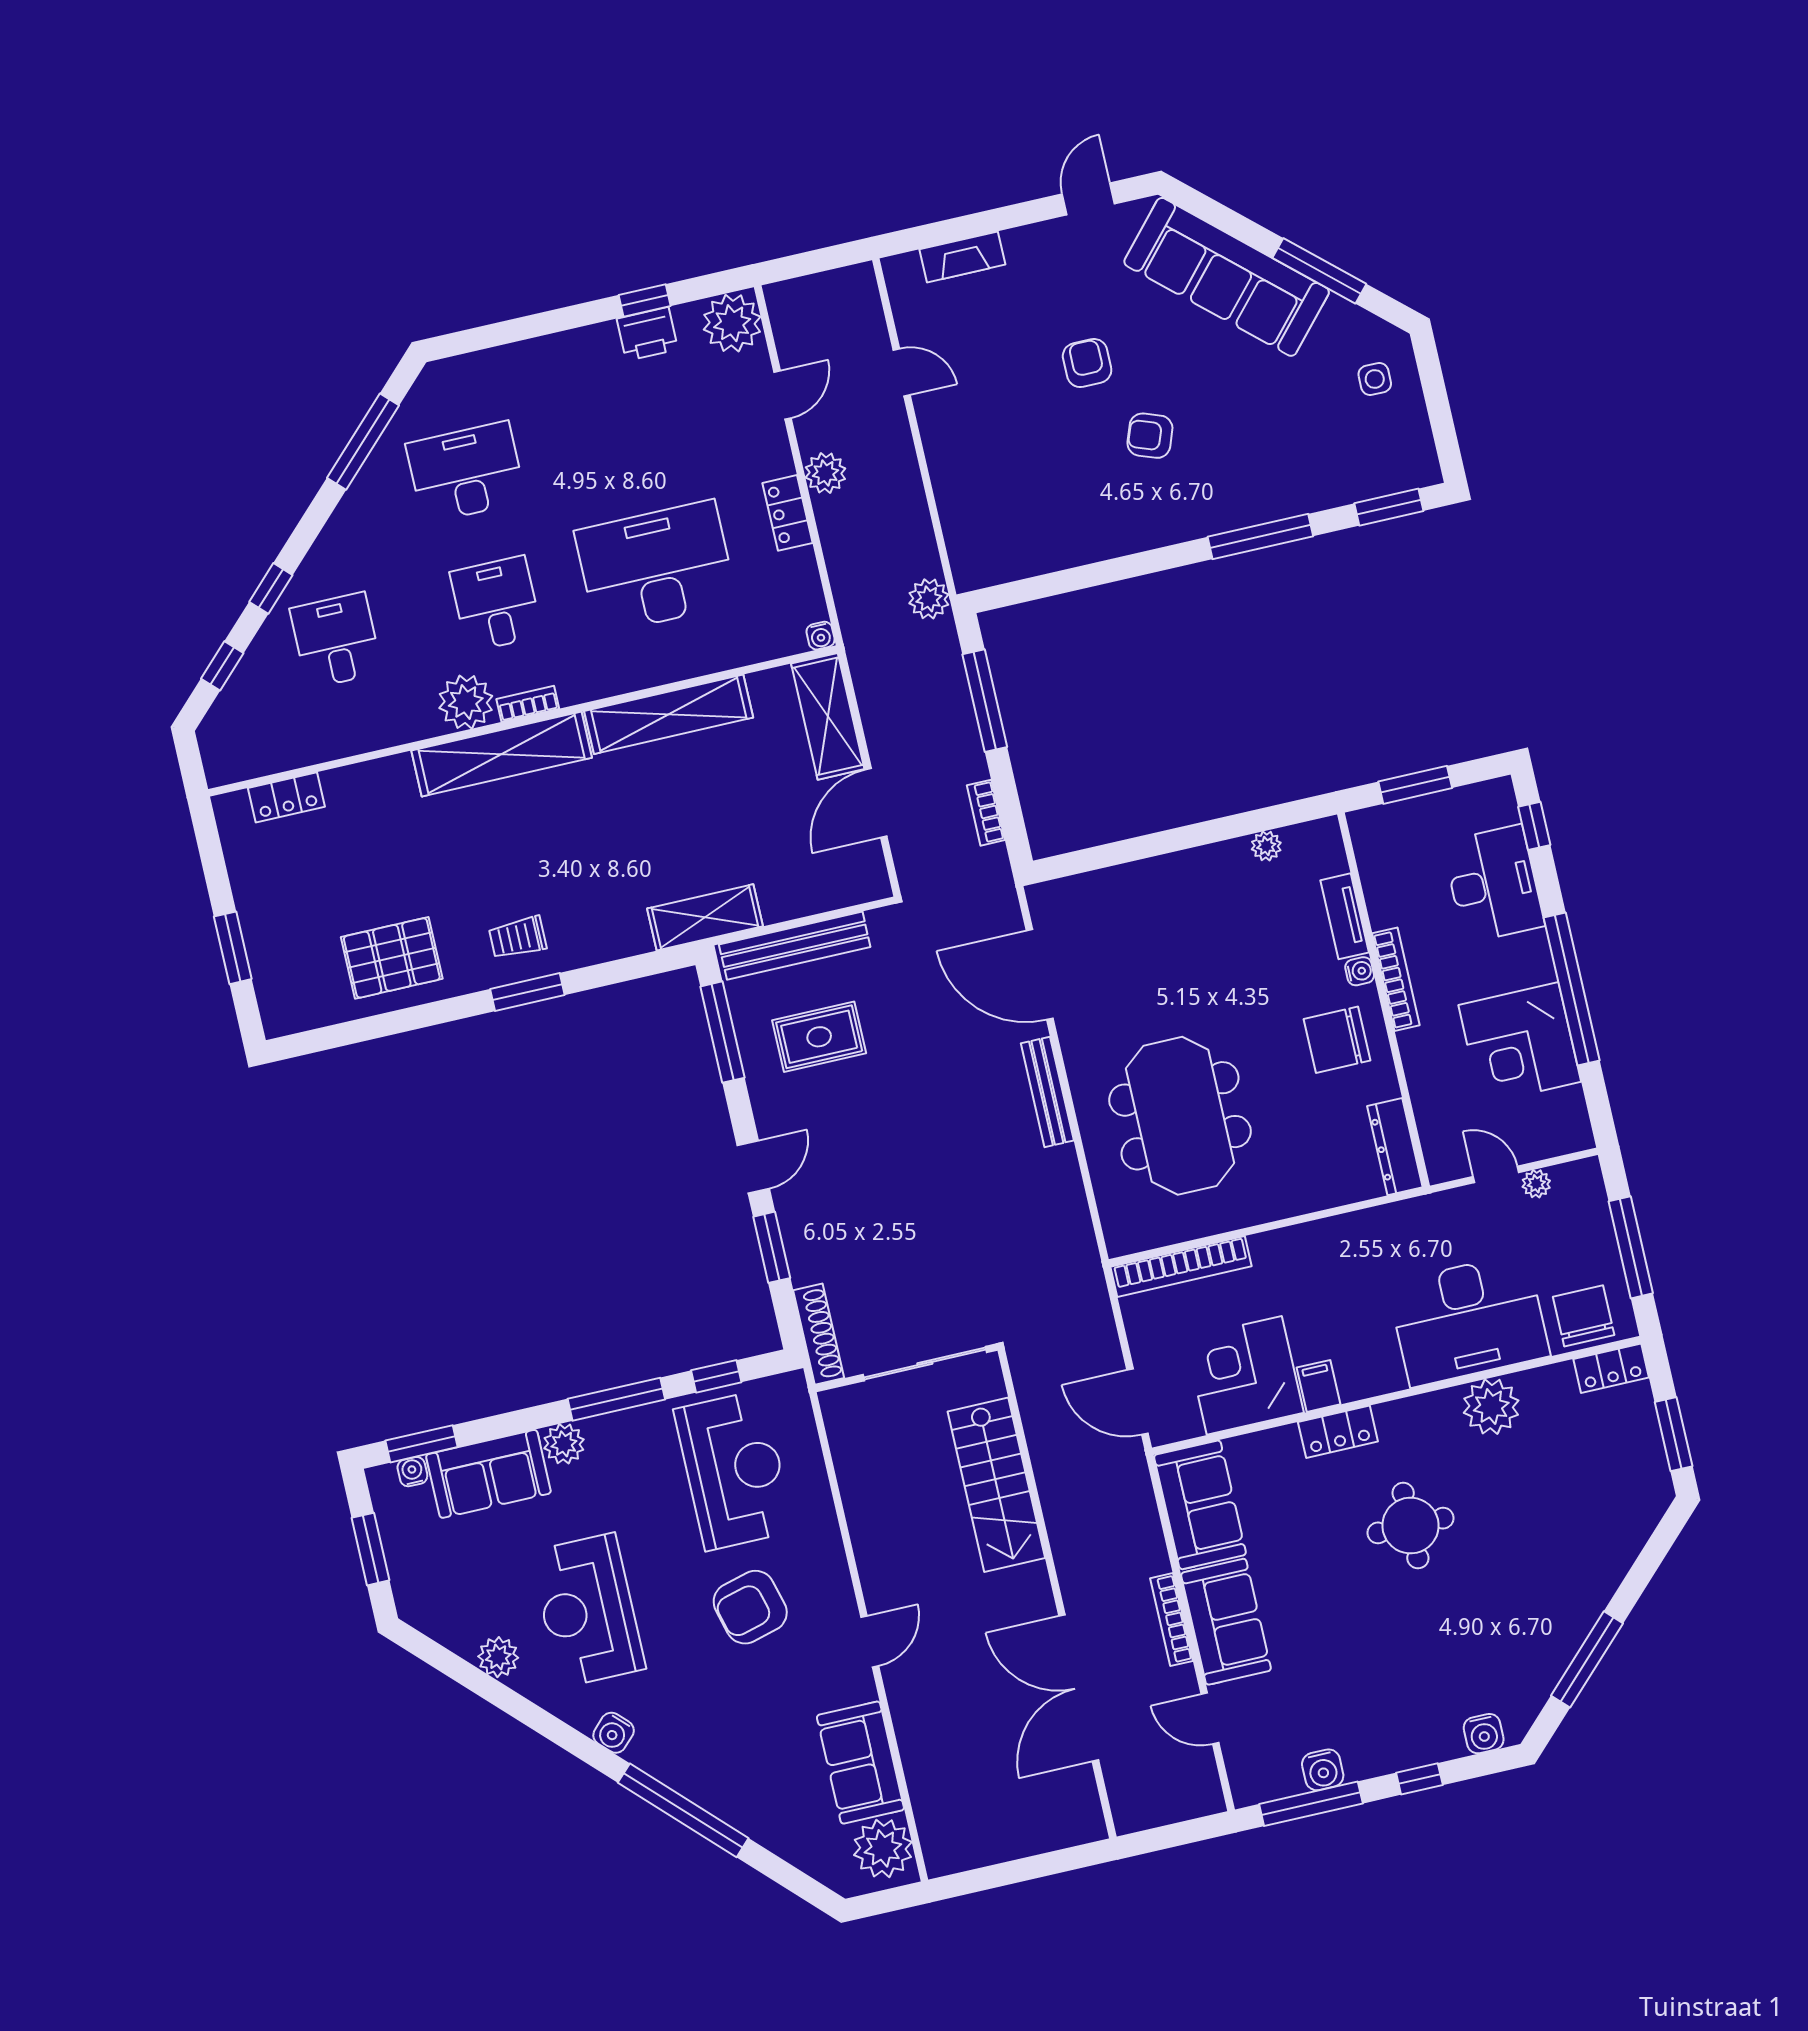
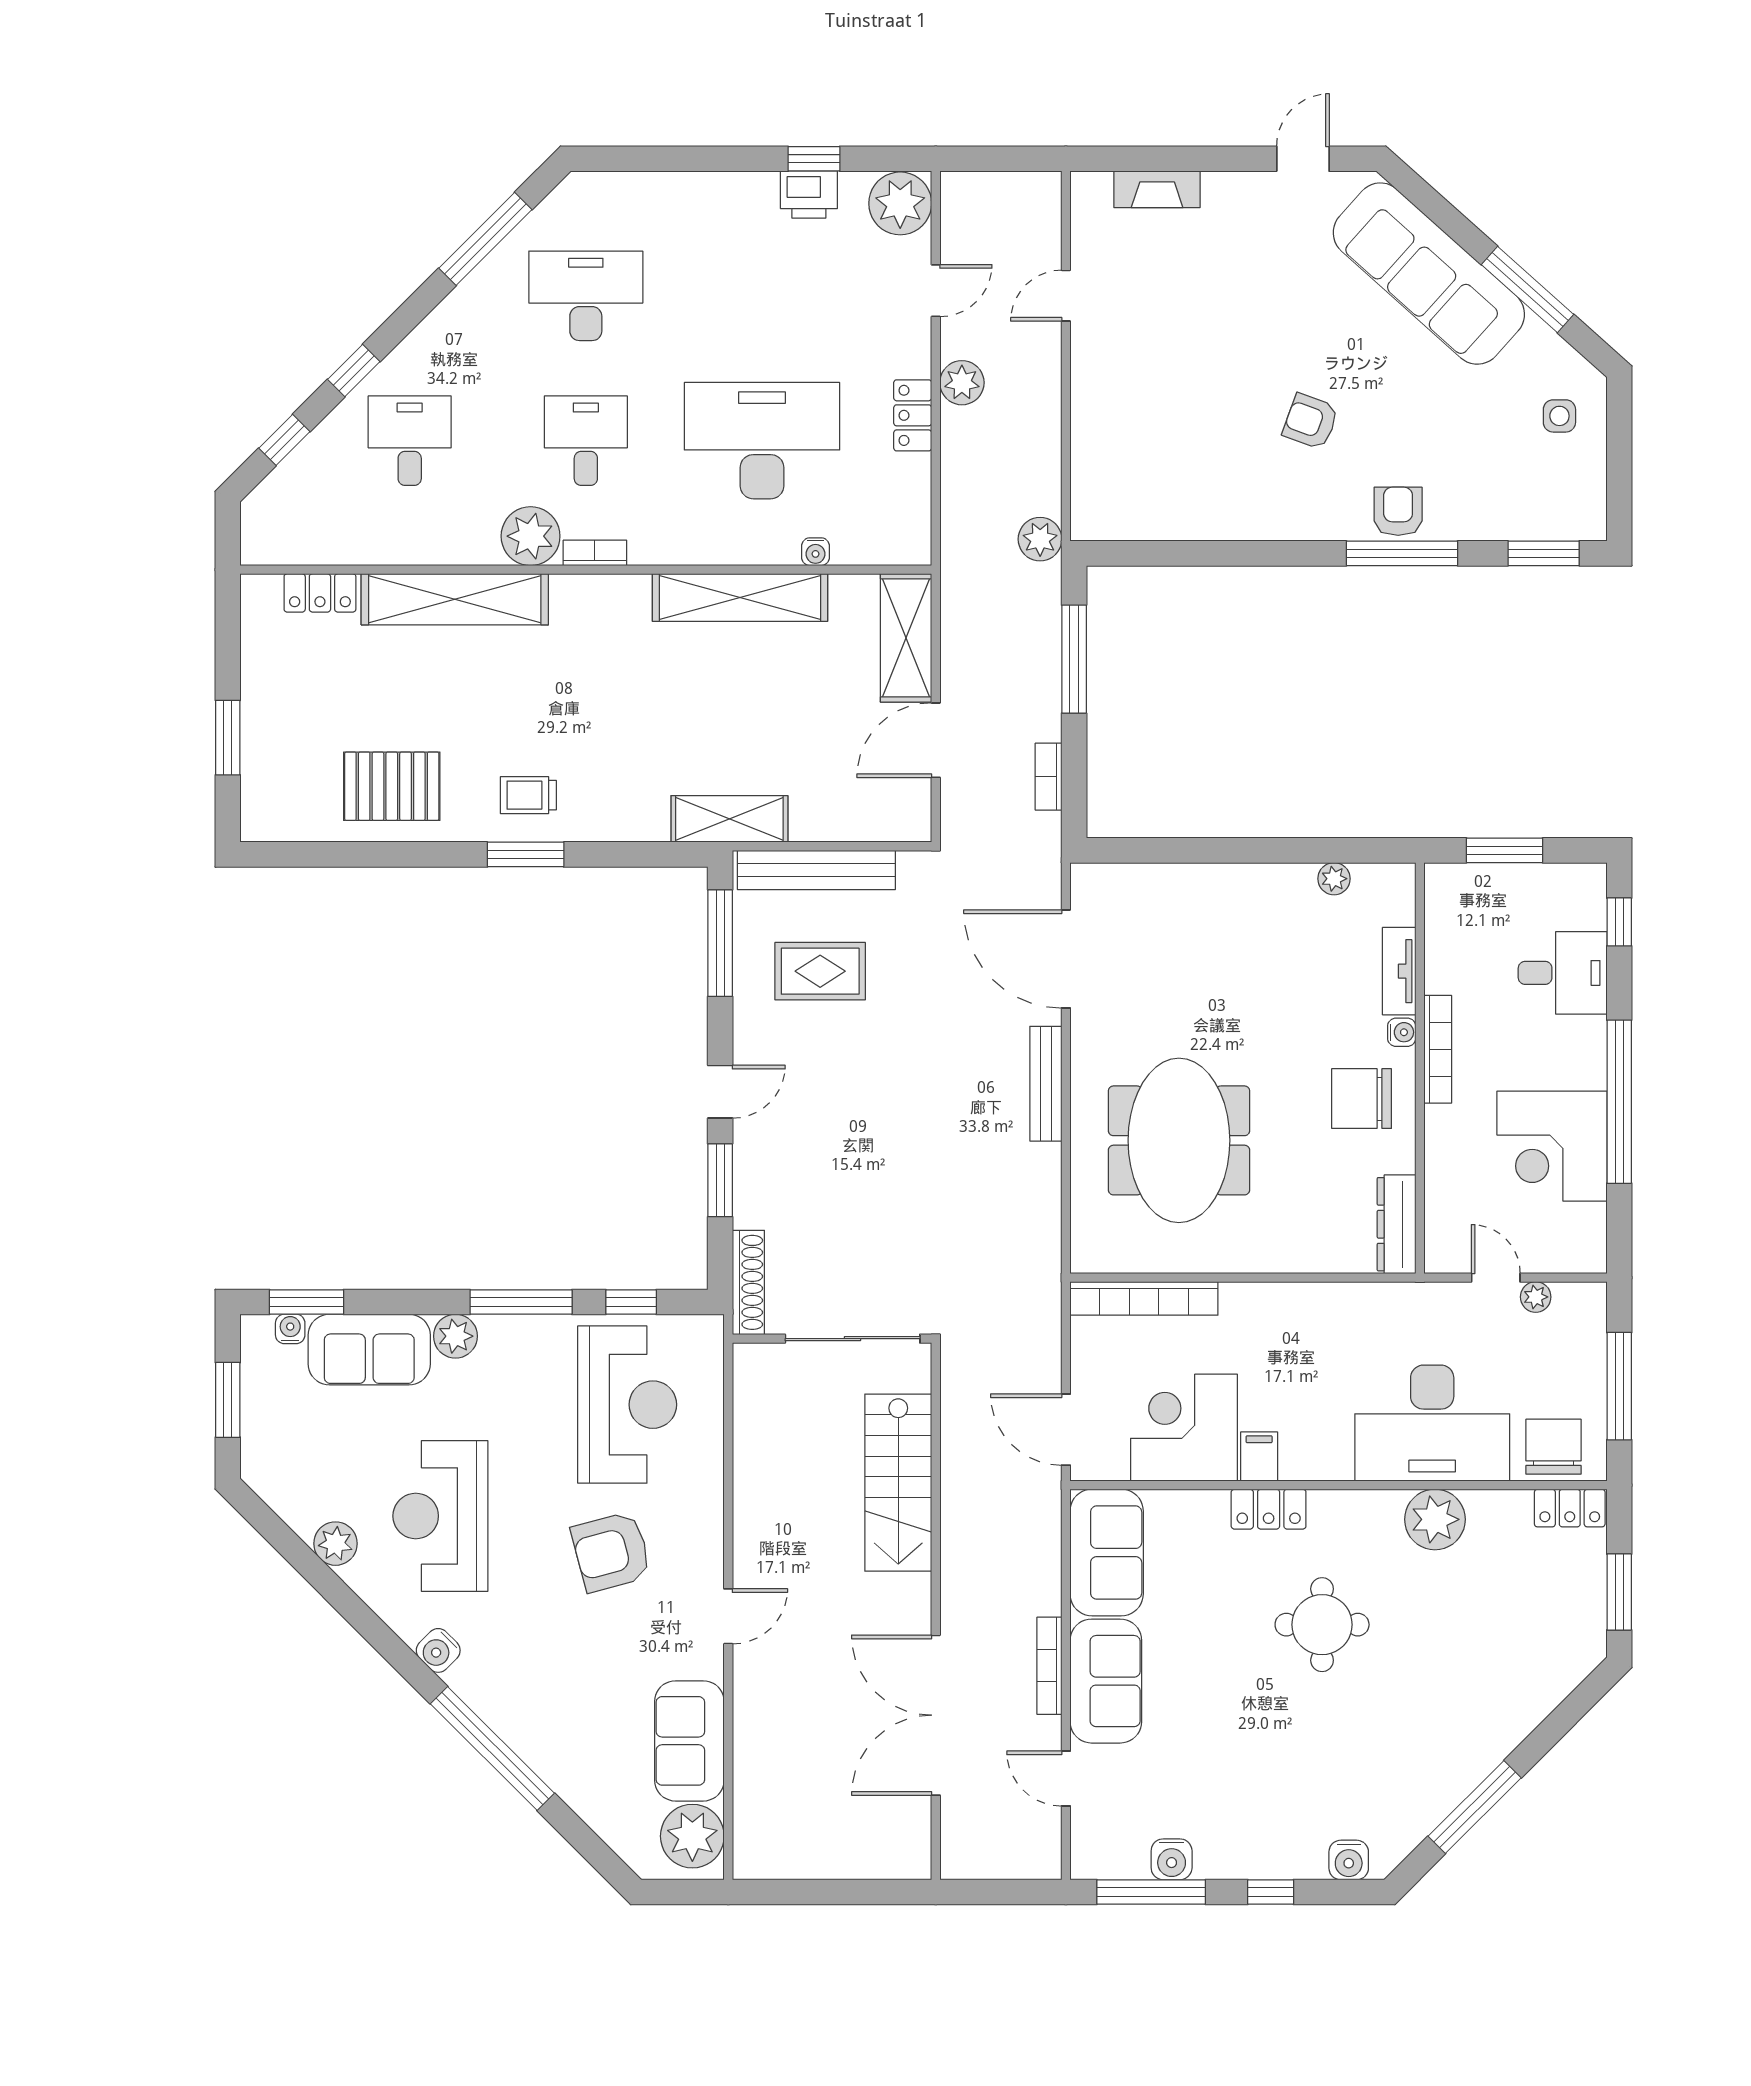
armchair: (1087, 363) -> (1398, 511), moved
door: (902, 372) -> (1066, 296), swing flipped
water cooler: (821, 636) -> (815, 552), moved
shelving: (502, 754) -> (455, 599), moved
desk: (1493, 884) -> (1563, 973), width x0.73

